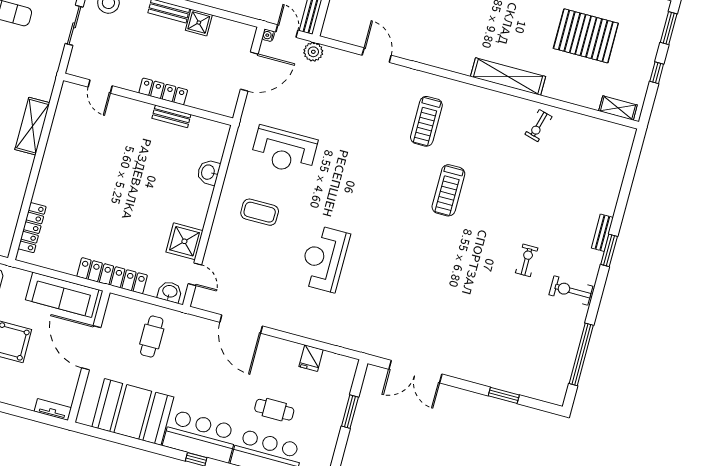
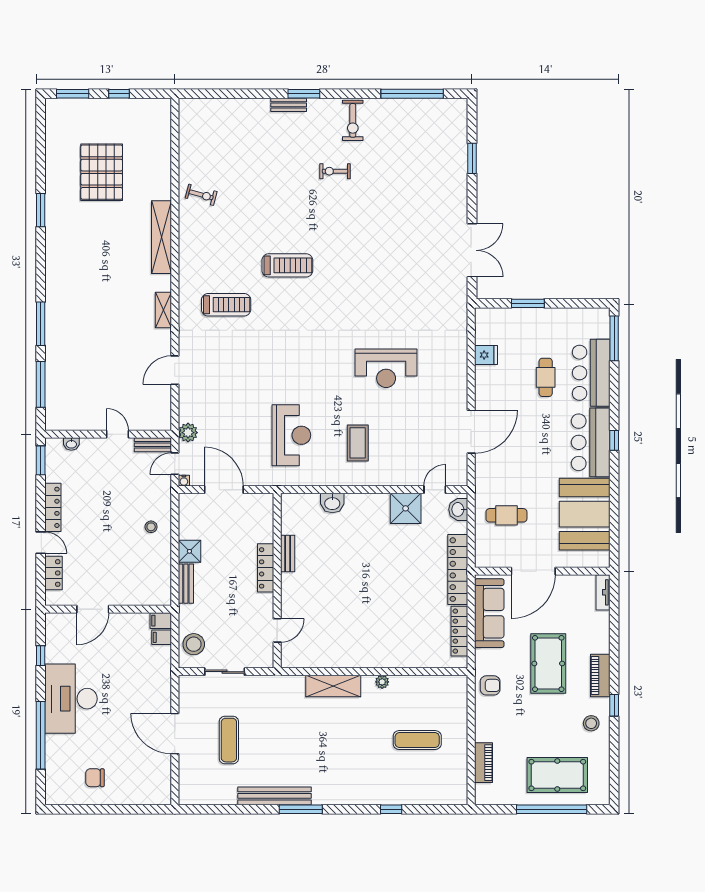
shelving: (618, 108) -> (163, 310), moved
plant: (24, 174) -> (382, 682), added
locker: (32, 228) -> (459, 631), moved, turned -90

